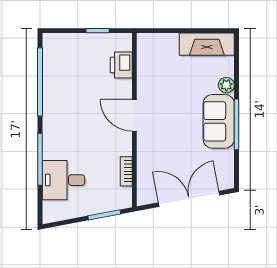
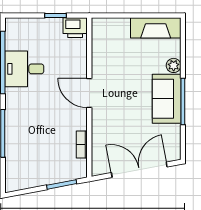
printer: (121, 65) -> (75, 28), moved, turned -90
desk: (63, 180) -> (24, 69), moved

